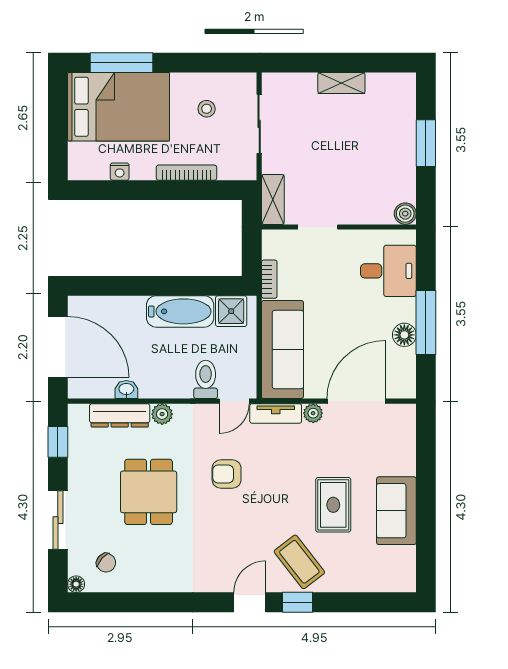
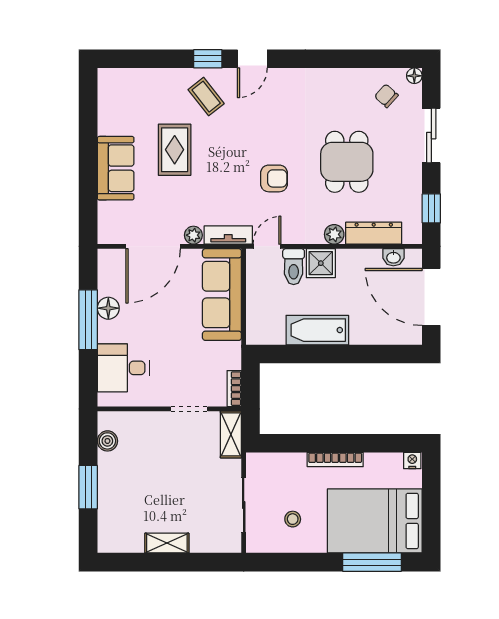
nightstand: (120, 172) -> (412, 460), moved
bookcase: (187, 173) -> (335, 459), moved
boiler: (405, 214) -> (107, 441), moved
bookcase: (269, 279) -> (234, 389), moved
shower: (231, 311) -> (321, 263), moved
washbasin: (126, 390) -> (393, 257), moved
sofa: (396, 511) -> (116, 168), moved
coffee table: (299, 562) -> (206, 97), width x0.73, depth x0.77

